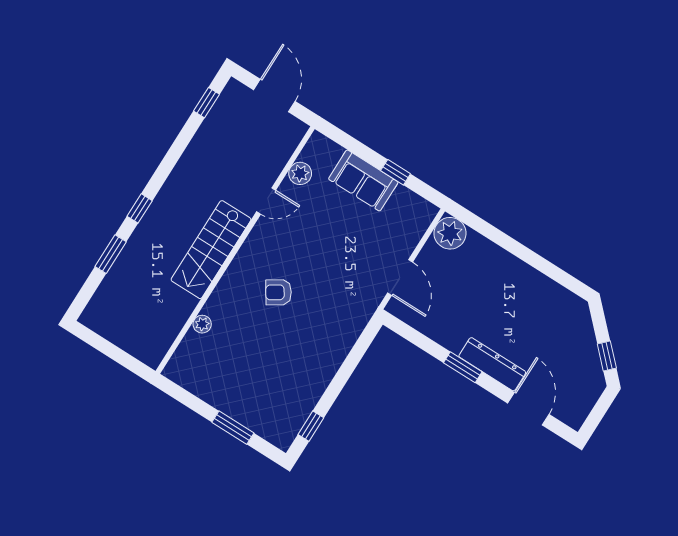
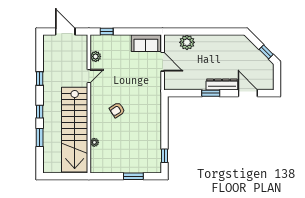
window: (207, 103) -> (40, 78), moved
window: (396, 172) -> (107, 32), moved
sofa: (363, 180) -> (146, 43), moved
plant: (450, 233) -> (187, 42), moved
stairs: (211, 250) -> (75, 130), width x1.86, depth x1.51
door: (400, 277) -> (163, 62), moved

